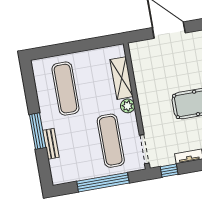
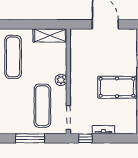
shelving: (122, 78) -> (50, 35), moved, turned 90
window: (103, 182) -> (30, 138), width x0.68

